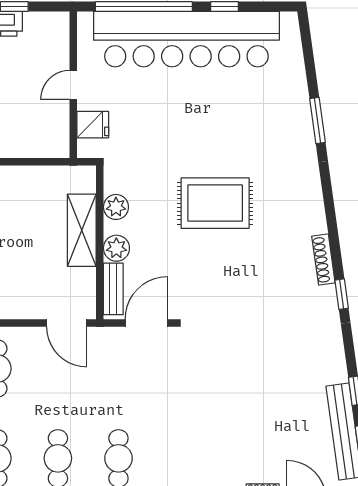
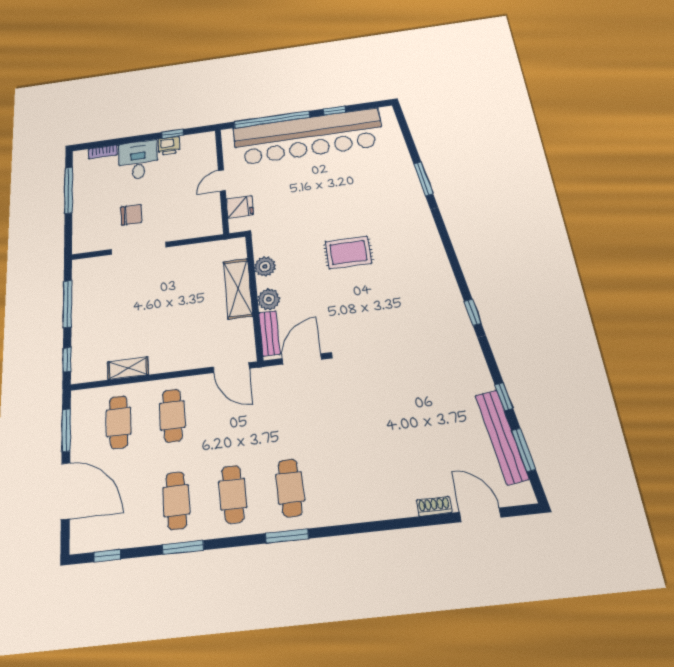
rug: (215, 203) -> (348, 252), width x0.73, depth x0.70
shoe rack: (323, 260) -> (450, 285), removed

